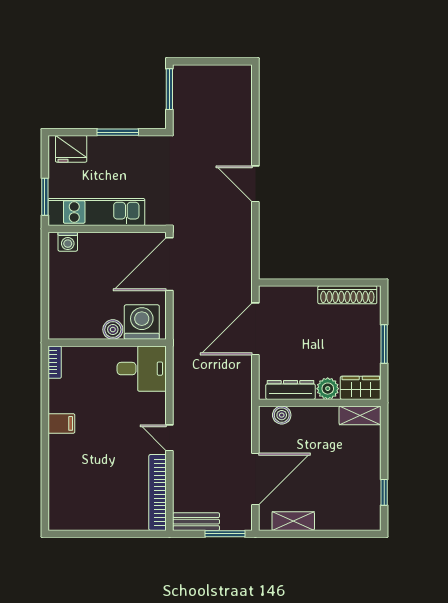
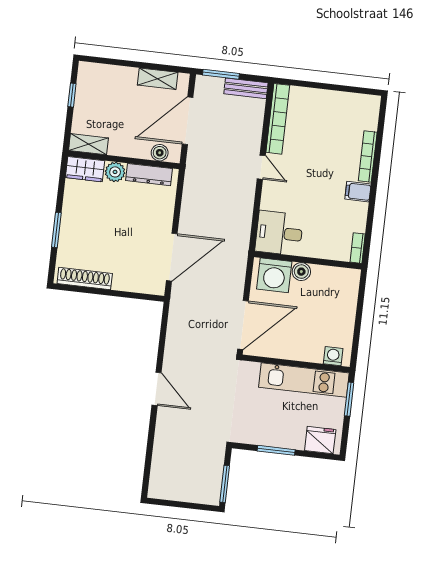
wardrobe: (361, 388) -> (85, 169), moved
plant: (328, 389) -> (115, 172), moved
dresser: (290, 390) -> (149, 175), moved
wall: (320, 403) -> (124, 160), moved
boiler: (282, 415) -> (160, 153), moved
shelving: (360, 415) -> (88, 144), moved
bookcase: (55, 463) -> (368, 156), added

